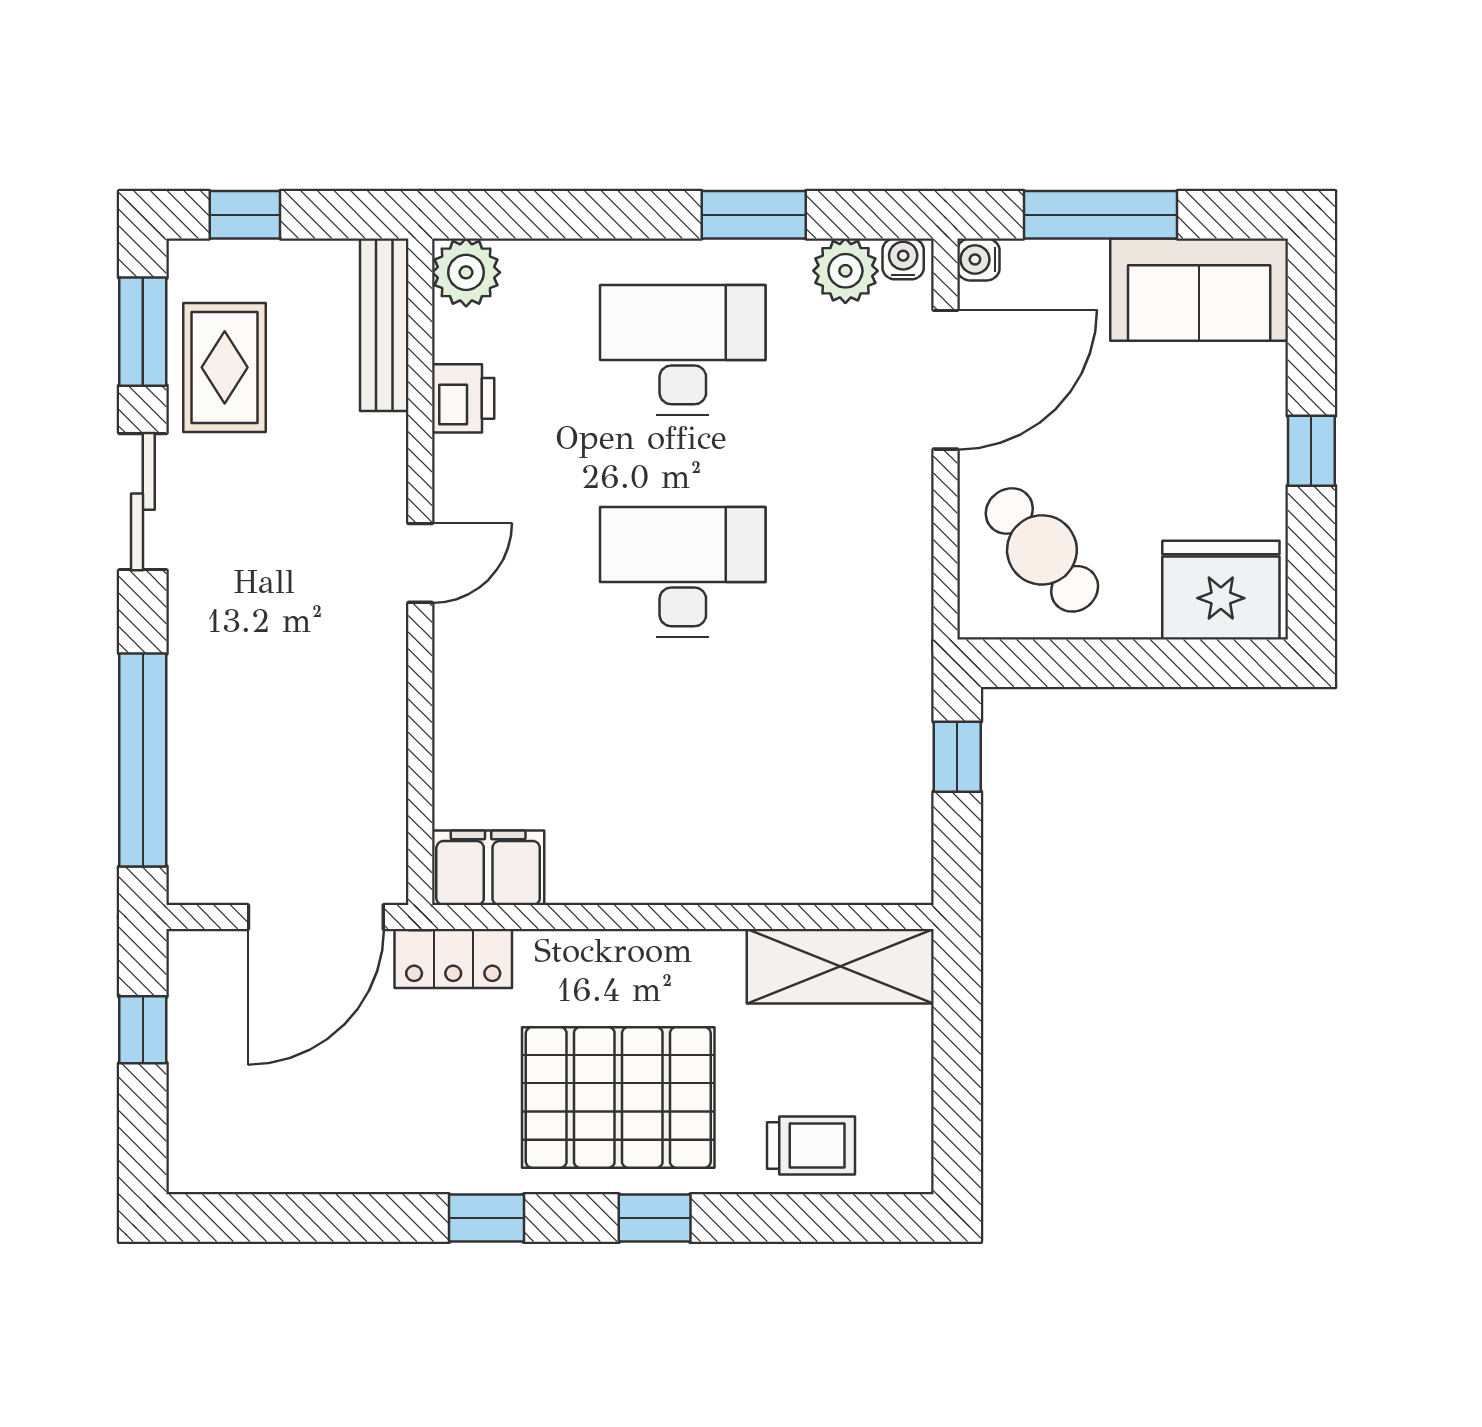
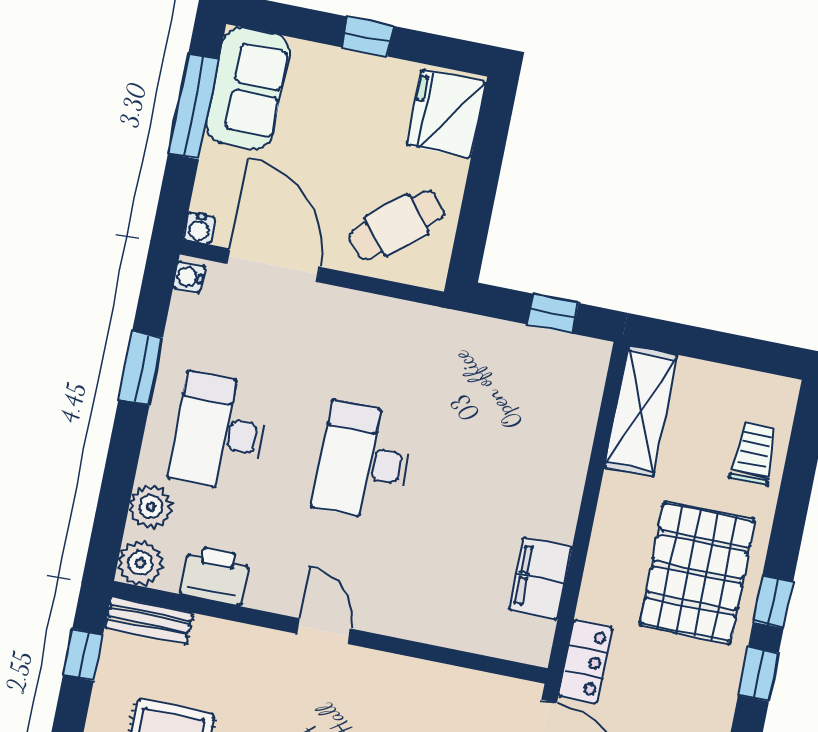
window: (245, 215) -> (83, 655), moved
window: (1101, 215) -> (194, 106), moved
plant: (845, 271) -> (151, 507), moved
bench: (384, 325) -> (149, 620), width x0.73
printer: (463, 398) -> (215, 575), width x1.36, depth x1.24
window: (957, 757) -> (553, 314), moved
filing cabinet: (488, 868) -> (541, 579), moved
window: (655, 1218) -> (773, 602), moved

